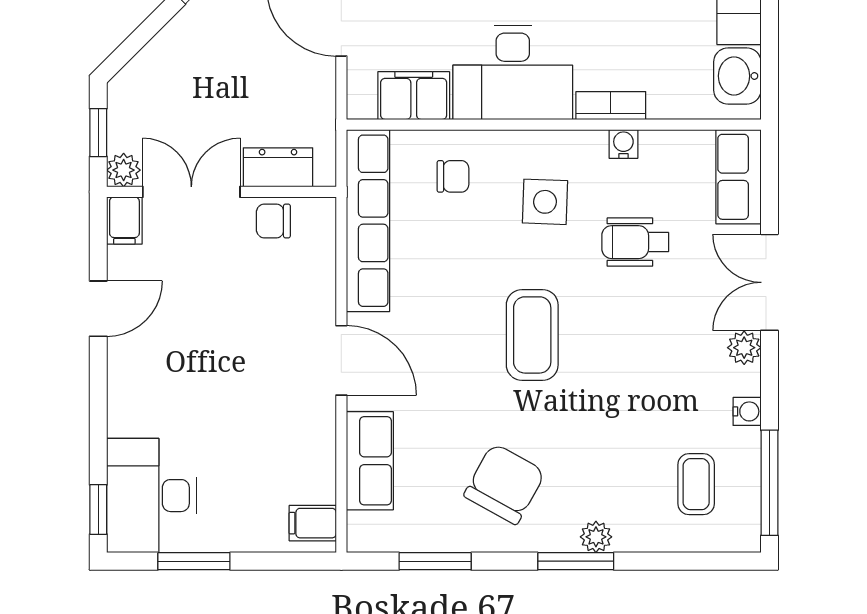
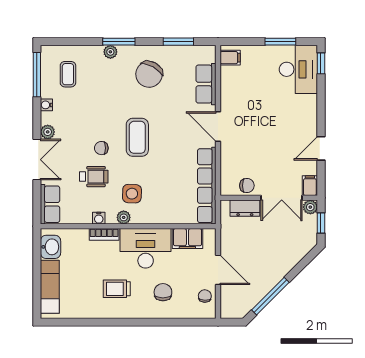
plant: (564, 146) -> (124, 217), added
chair: (453, 176) -> (101, 148), moved

